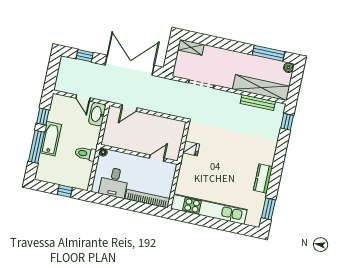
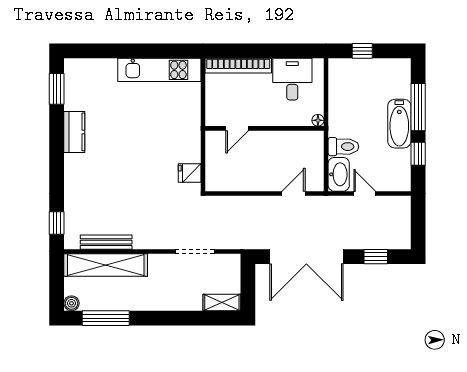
fridge: (191, 148) -> (190, 173), moved
toilet: (86, 154) -> (343, 147), moved
kitchen unit: (209, 209) -> (159, 70), width x0.73

